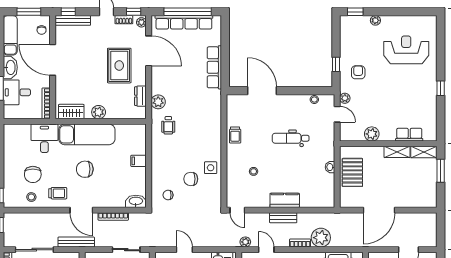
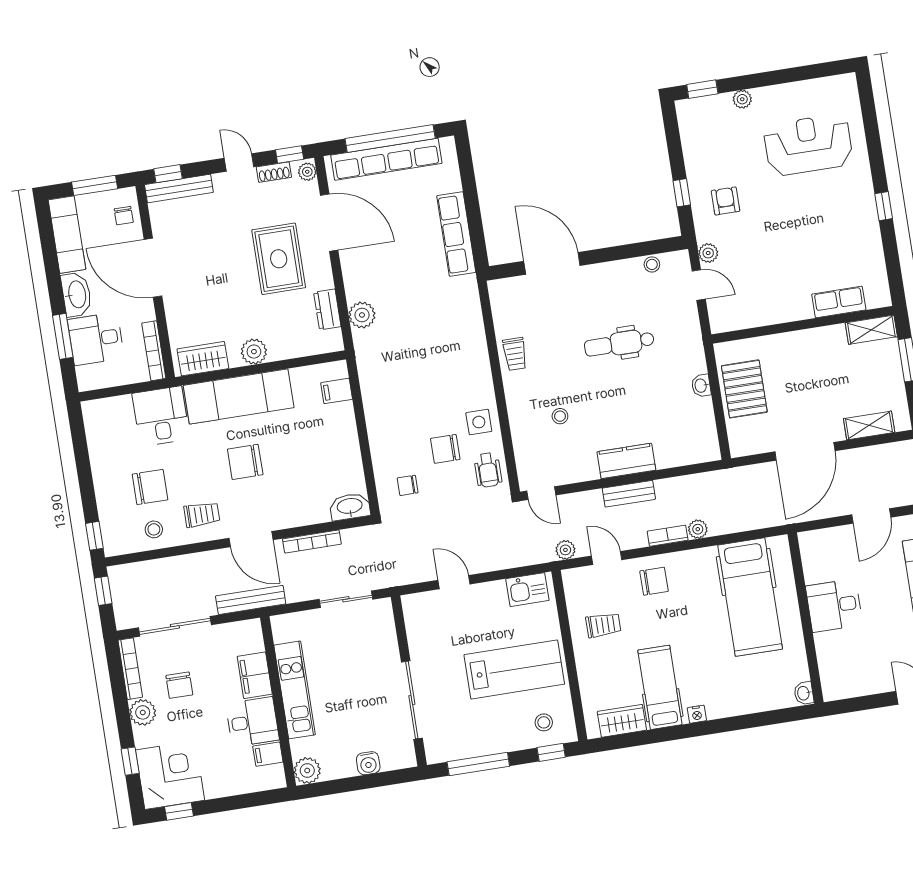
wheelchair: (168, 125) -> (488, 470), moved
plant: (372, 134) -> (769, 312), removed
shelving: (397, 152) -> (869, 425), moved
filing cabinet: (139, 161) -> (337, 391), moved
chair: (33, 174) -> (150, 487), turned -90
plant: (321, 238) -> (698, 529), width x0.53, depth x0.53

